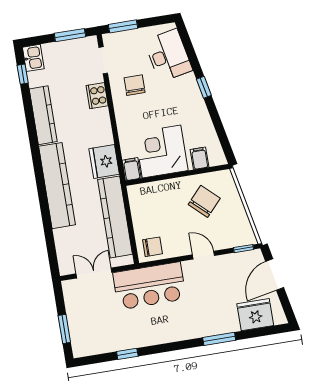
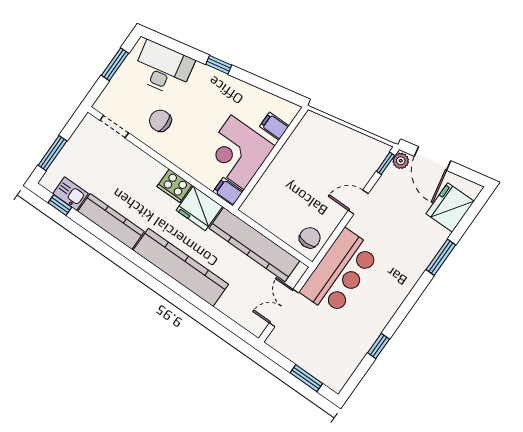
window: (123, 26) -> (115, 64), moved
window: (70, 35) -> (52, 153), moved
kitchen sink: (33, 58) -> (70, 194), moved
cooker: (97, 96) -> (175, 186), moved
chair: (204, 201) -> (314, 158), removed
plant: (254, 256) -> (401, 161), added

